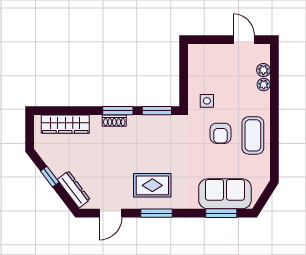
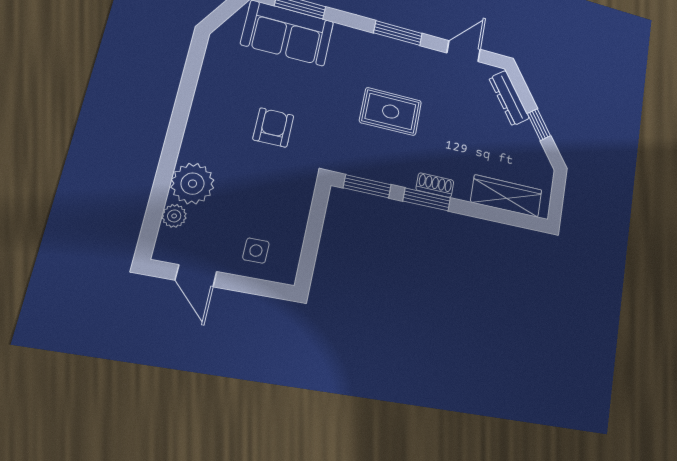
plant: (264, 85) -> (193, 184), width x1.87, depth x1.87
side table: (207, 101) -> (256, 251), moved
coffee table: (253, 135) -> (220, 111), removed
rug: (152, 185) -> (391, 112), moved

